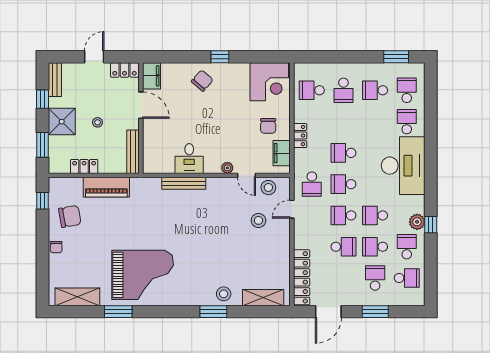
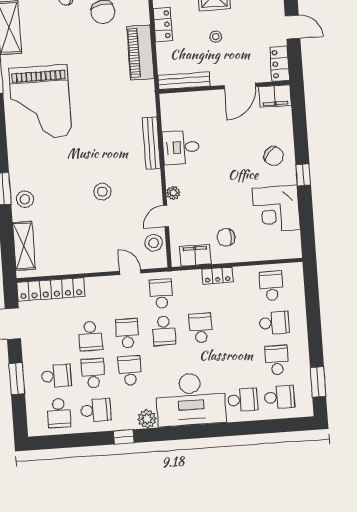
corner desk: (269, 82) -> (276, 209), moved
school desk: (343, 90) -> (274, 323), turned 180
school desk: (312, 184) -> (161, 294), turned 90
school desk: (343, 184) -> (164, 331), turned 180
stool: (258, 220) -> (102, 192), moved
plant: (417, 222) -> (147, 419), moved

